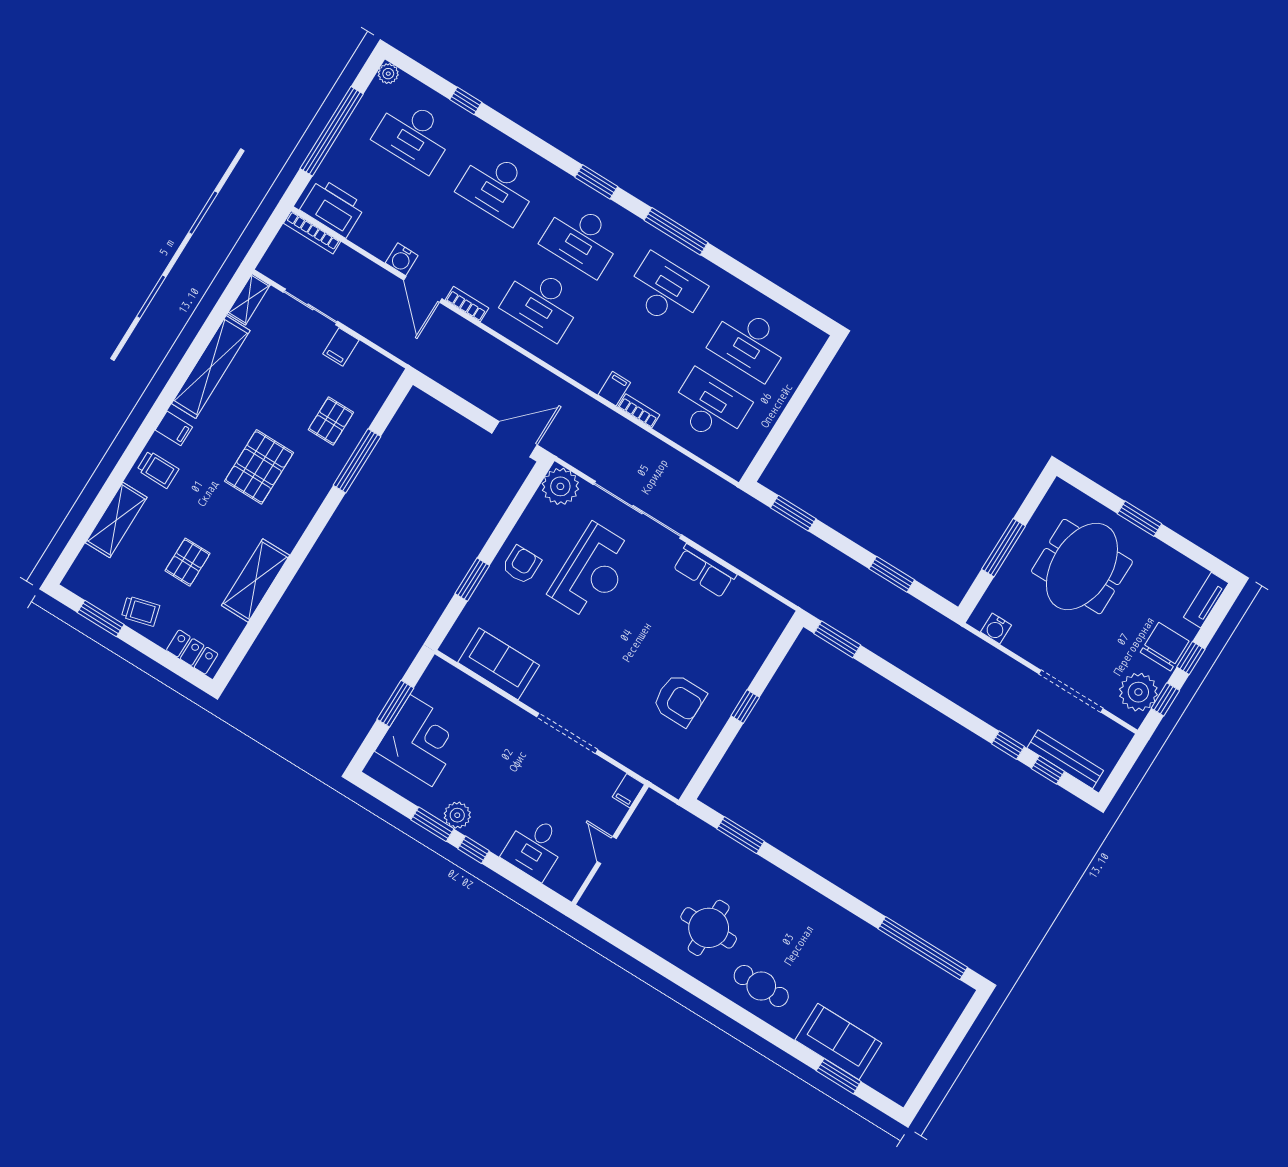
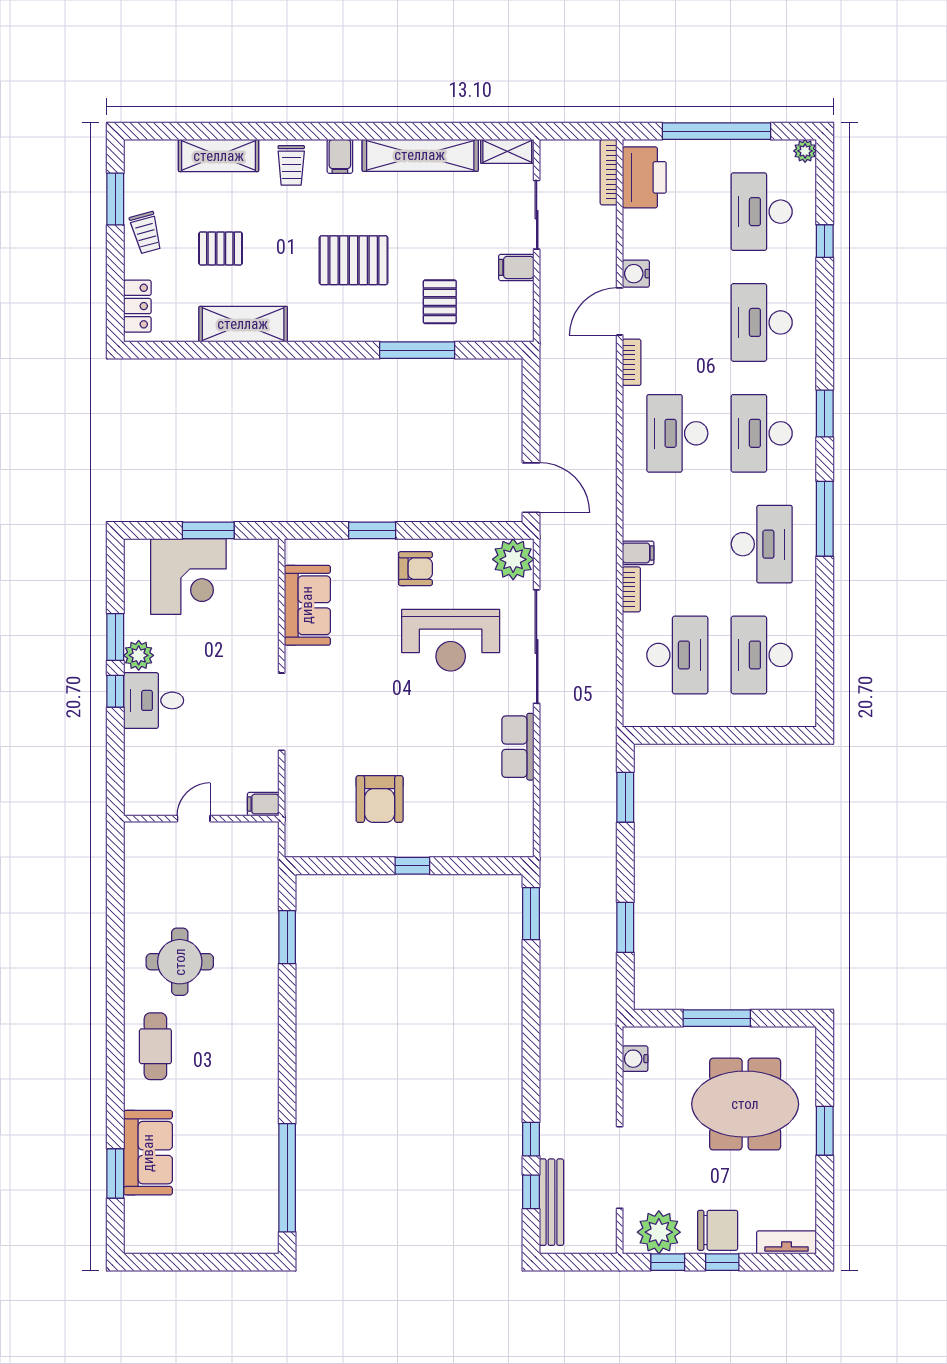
pallet: (331, 421) -> (440, 302), turned 90
desk: (535, 847) -> (154, 700), moved

